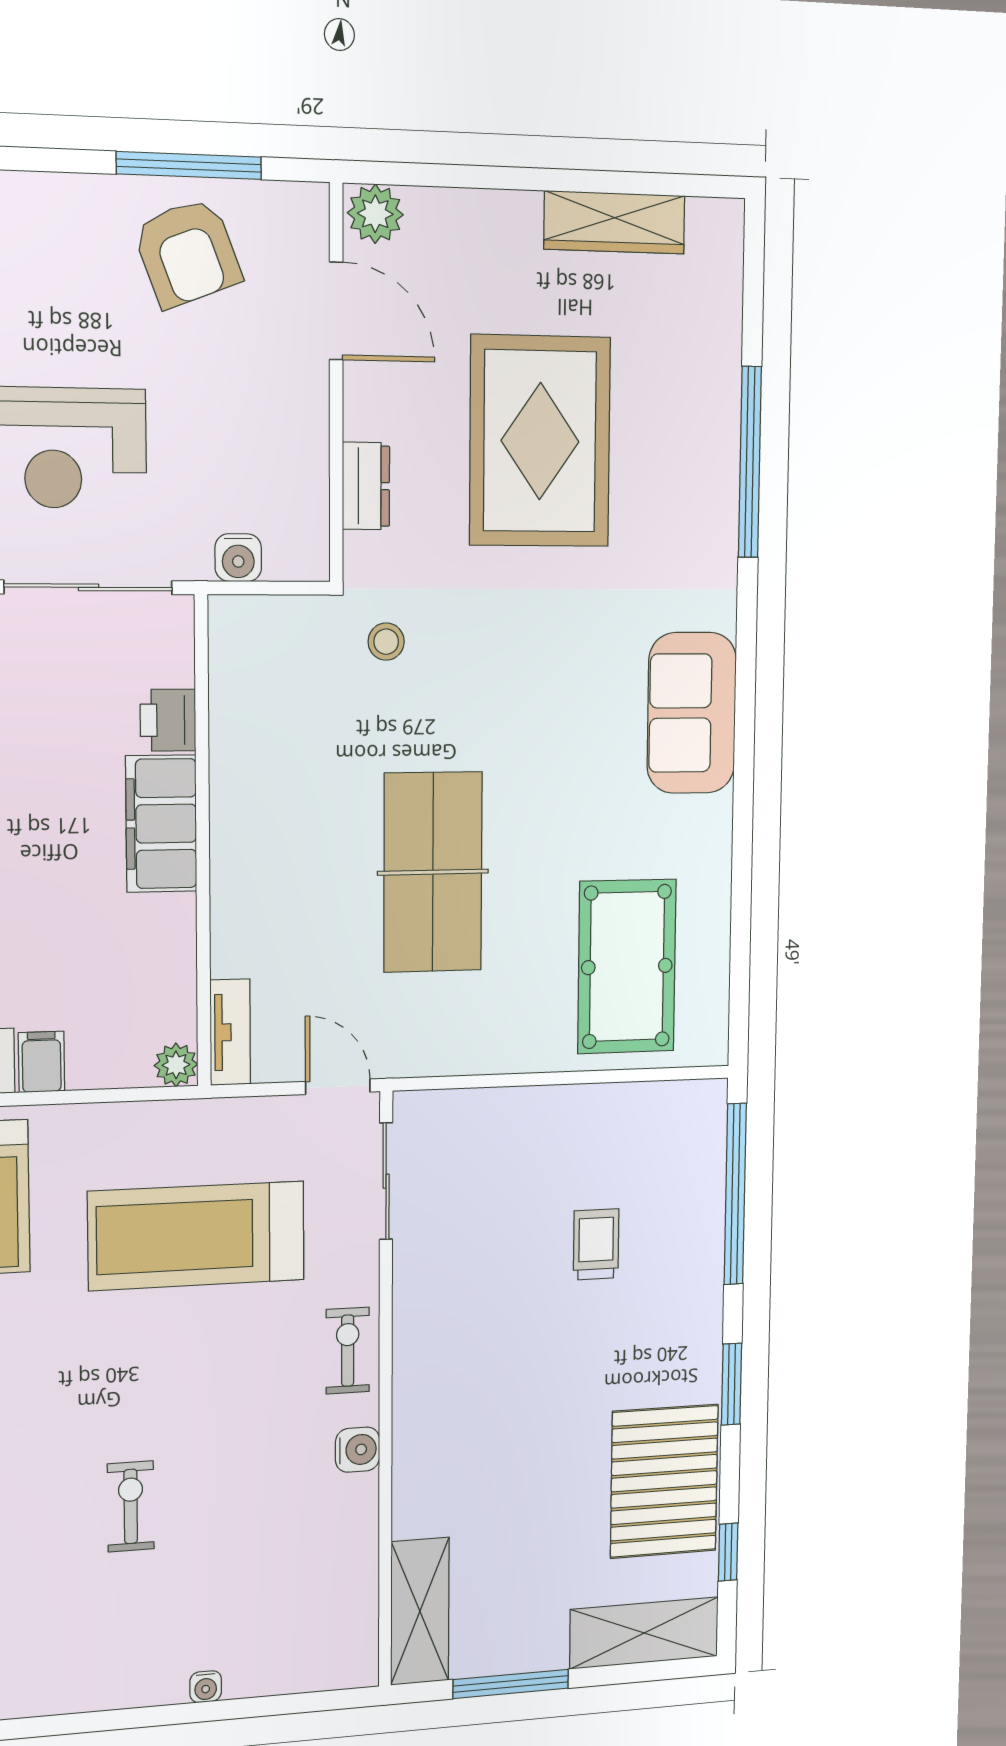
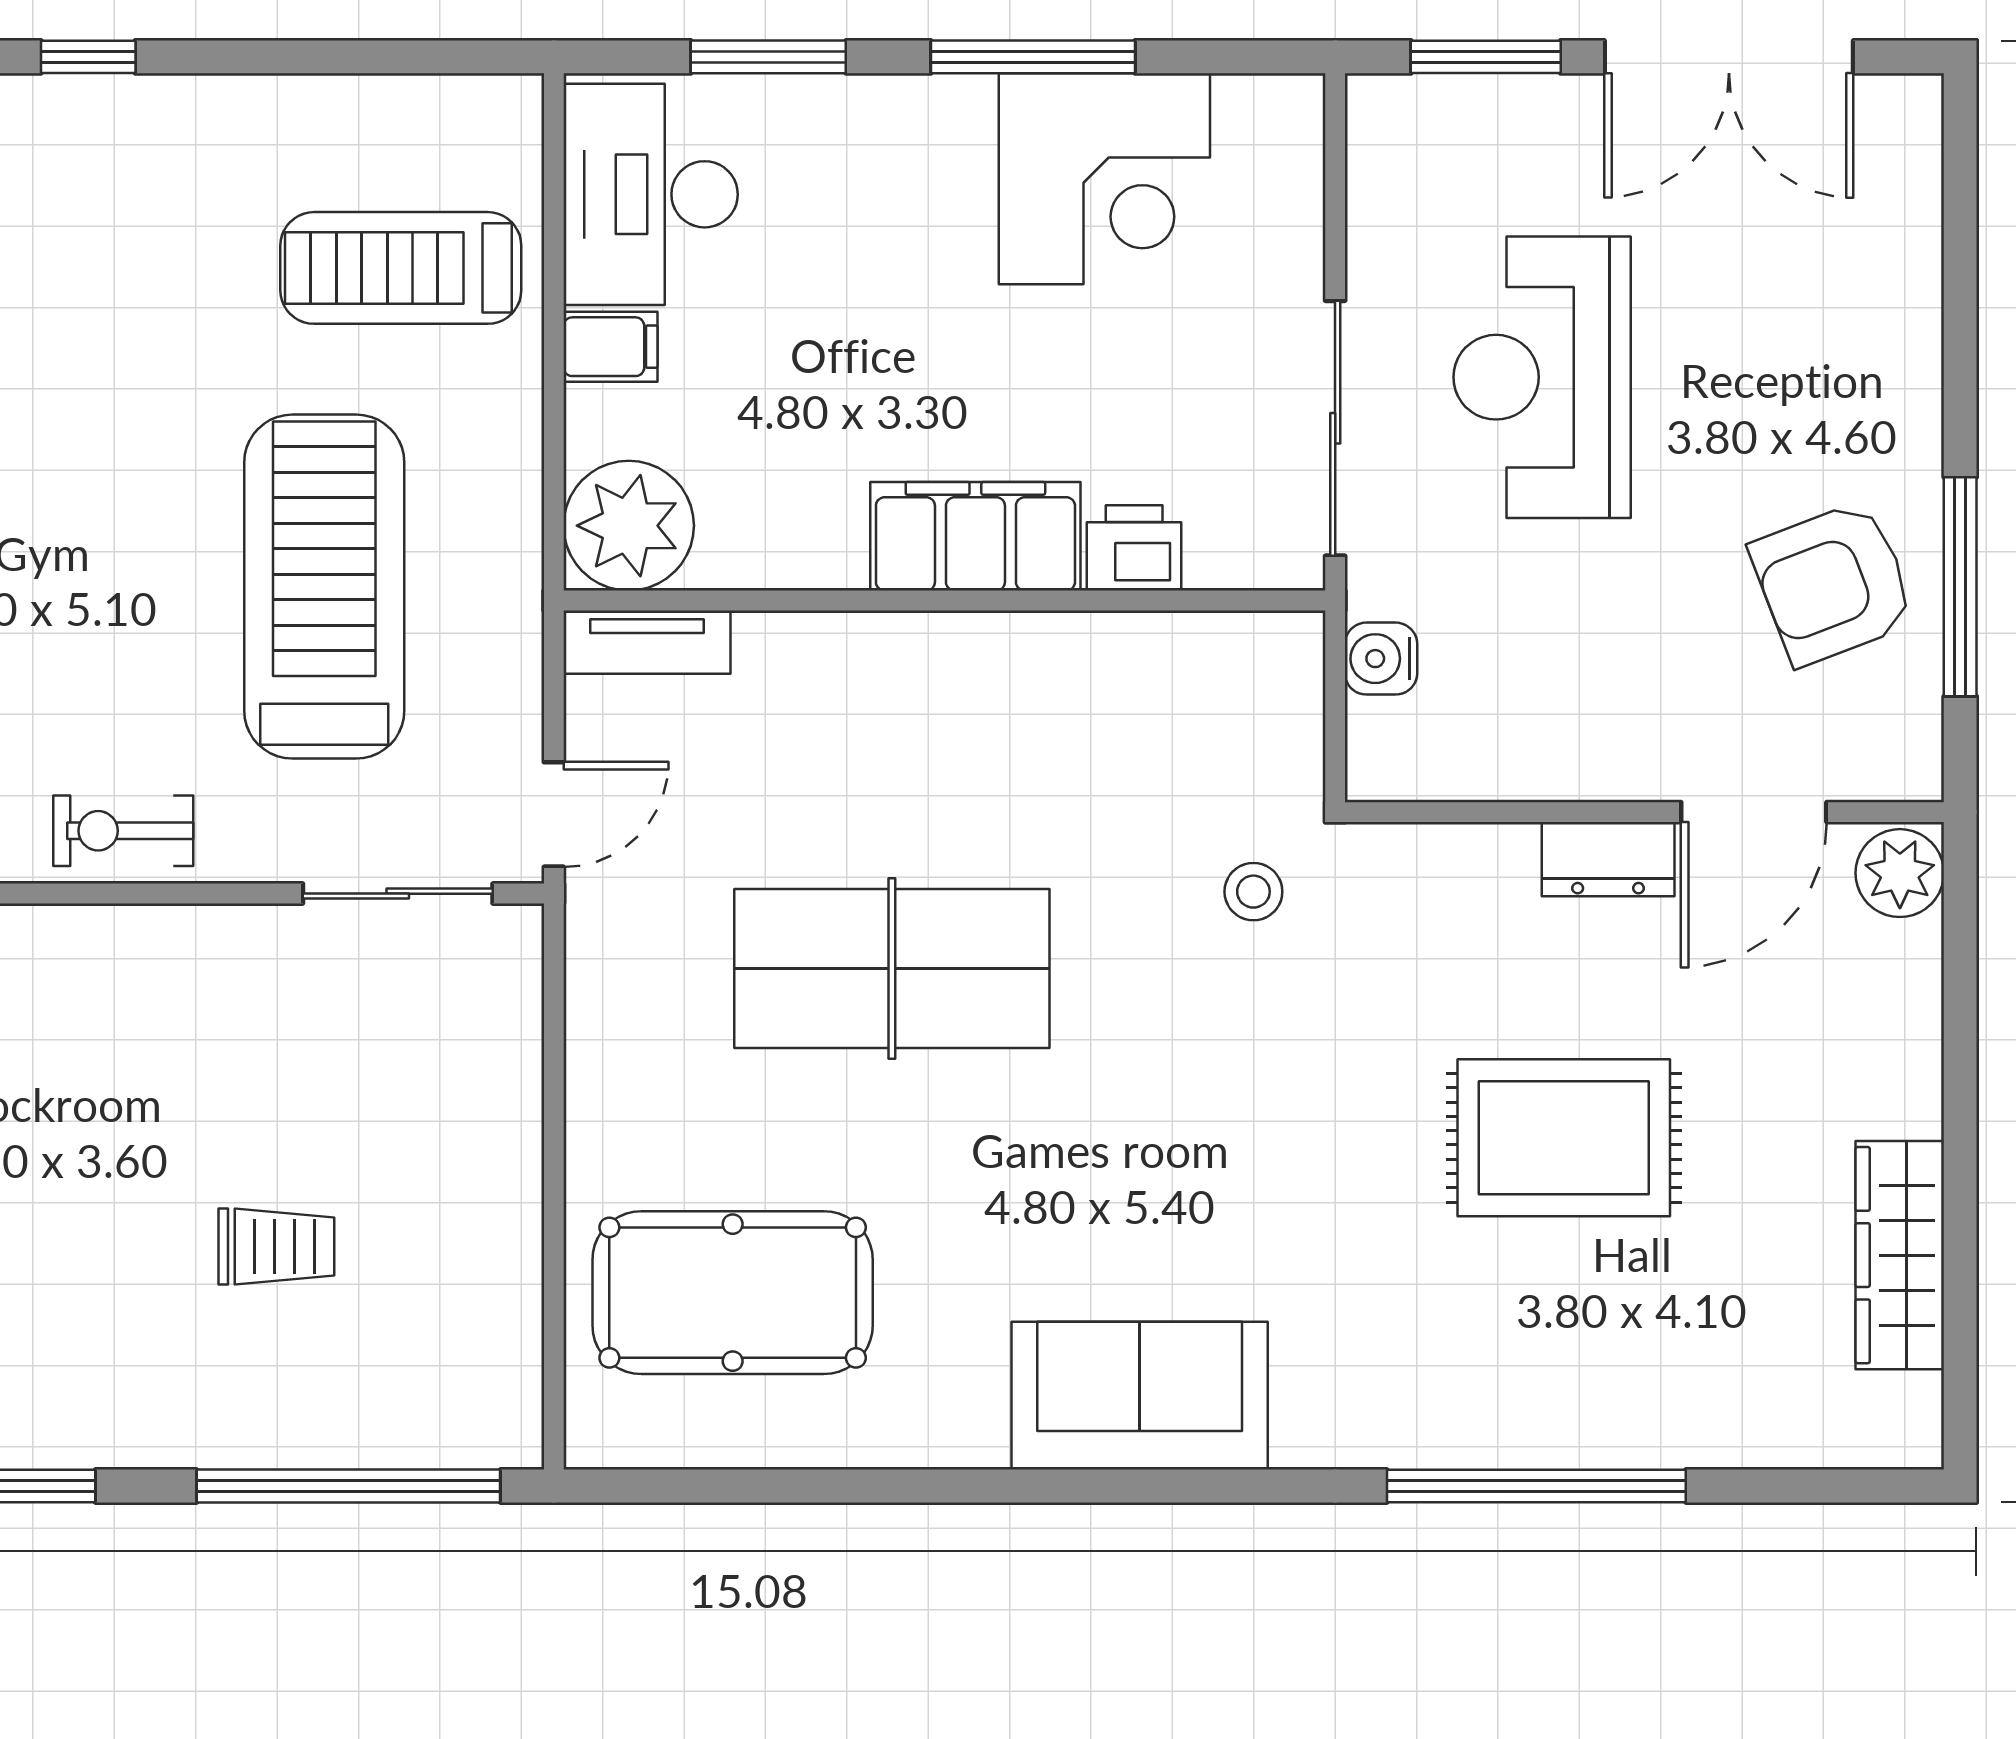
rug: (540, 441) -> (1564, 1138), width x0.73, depth x0.69
dresser: (366, 486) -> (1608, 859), moved
plant: (176, 1065) -> (629, 526), width x1.87, depth x1.87
exercise bike: (348, 1351) -> (123, 831), turned 180

